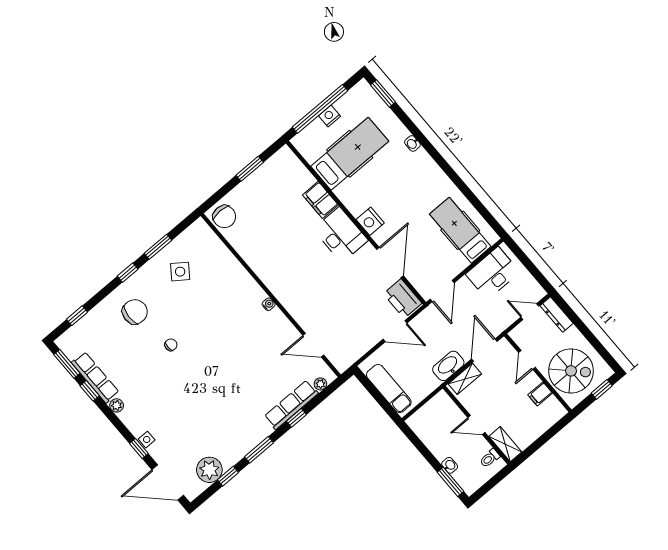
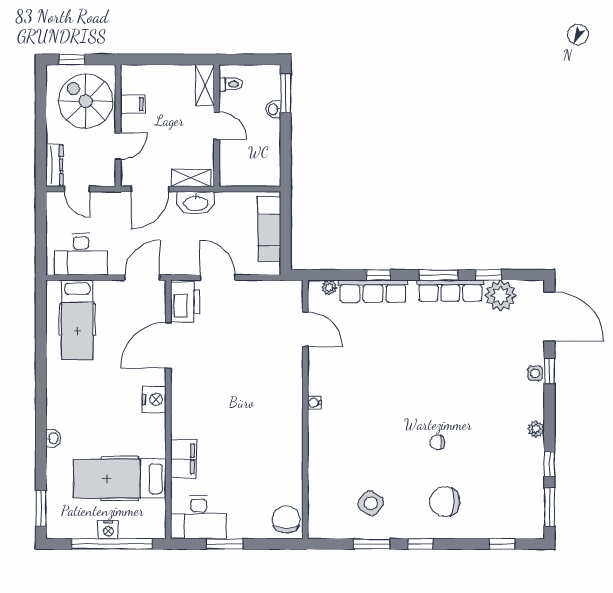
desk: (340, 235) -> (199, 517), moved, turned -90
row of seats: (95, 377) -> (450, 291), moved, turned -90

